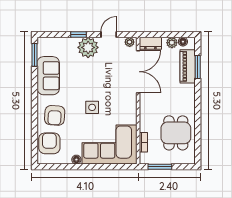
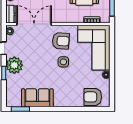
armchair: (55, 115) -> (61, 41), moved

